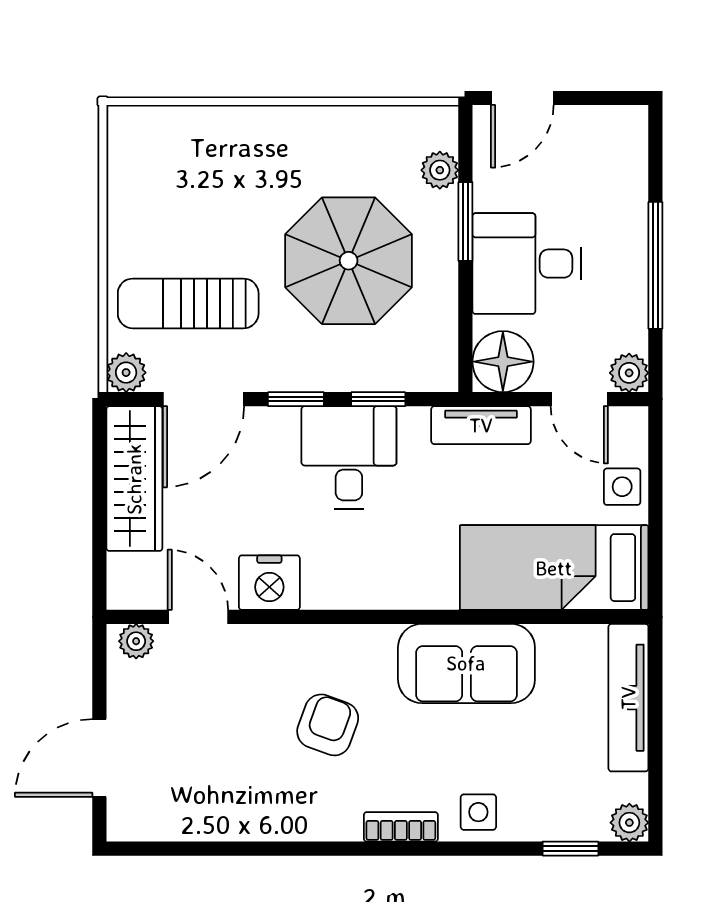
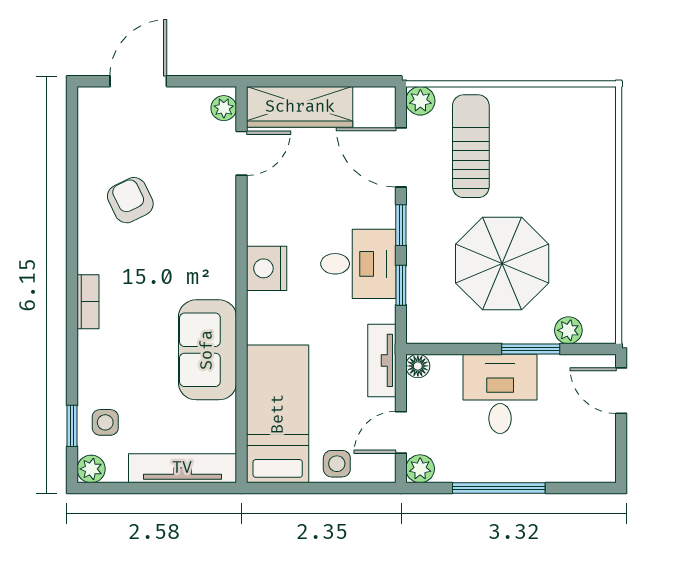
floor lamp: (503, 362) -> (418, 366), width x0.53, depth x0.53
wardrobe: (134, 479) -> (300, 107), moved
nightstand: (269, 583) -> (267, 268), moved
armchair: (328, 725) -> (130, 200), moved, turned -136
door: (99, 758) -> (138, 81), hinge flipped
side table: (478, 812) -> (105, 422), moved

